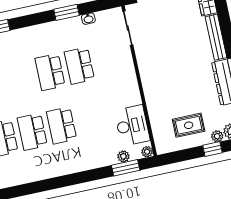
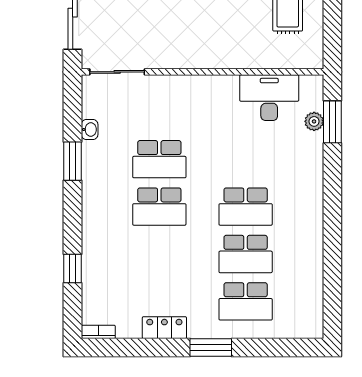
plant: (147, 152) -> (315, 83), removed

